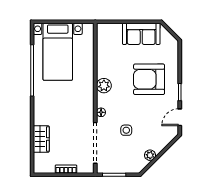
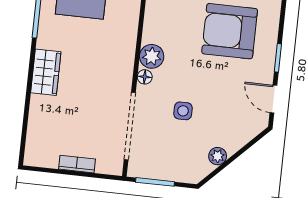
plant: (104, 86) -> (152, 56), moved
door: (180, 117) -> (273, 99), hinge flipped
wardrobe: (41, 139) -> (46, 72), moved

